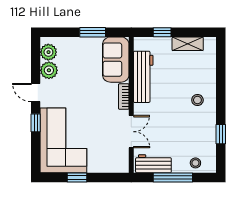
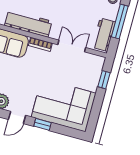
window: (77, 178) -> (104, 80), moved

